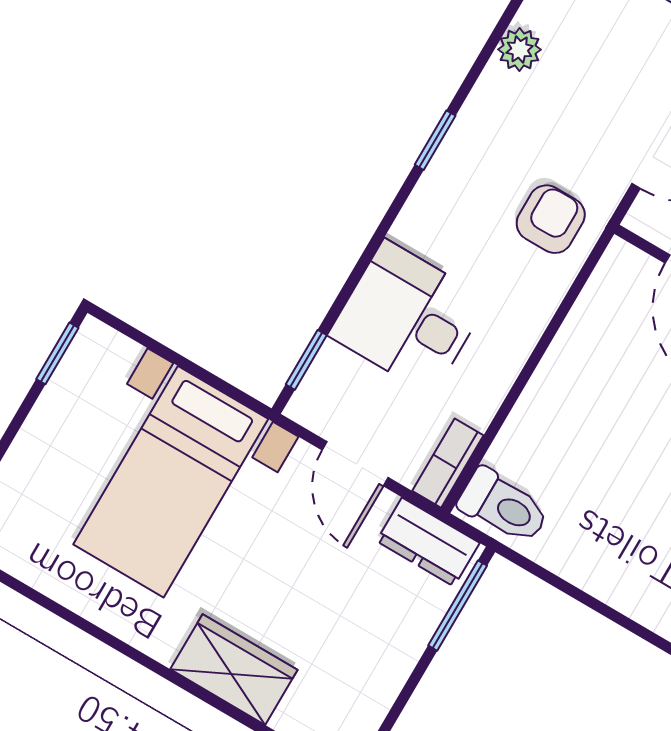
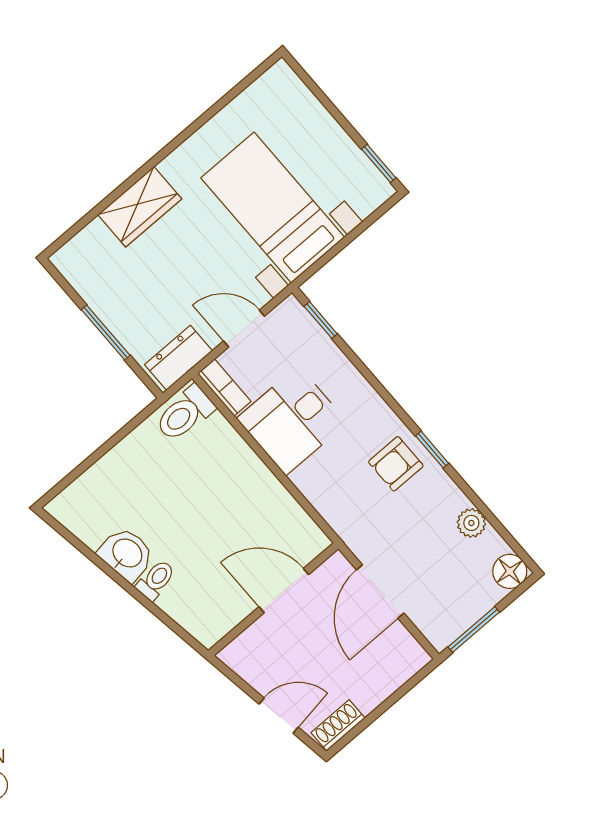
armchair: (551, 219) -> (396, 464), moved, turned 90
desk: (408, 317) -> (292, 420), moved, turned 180
window: (458, 606) -> (106, 332), moved

